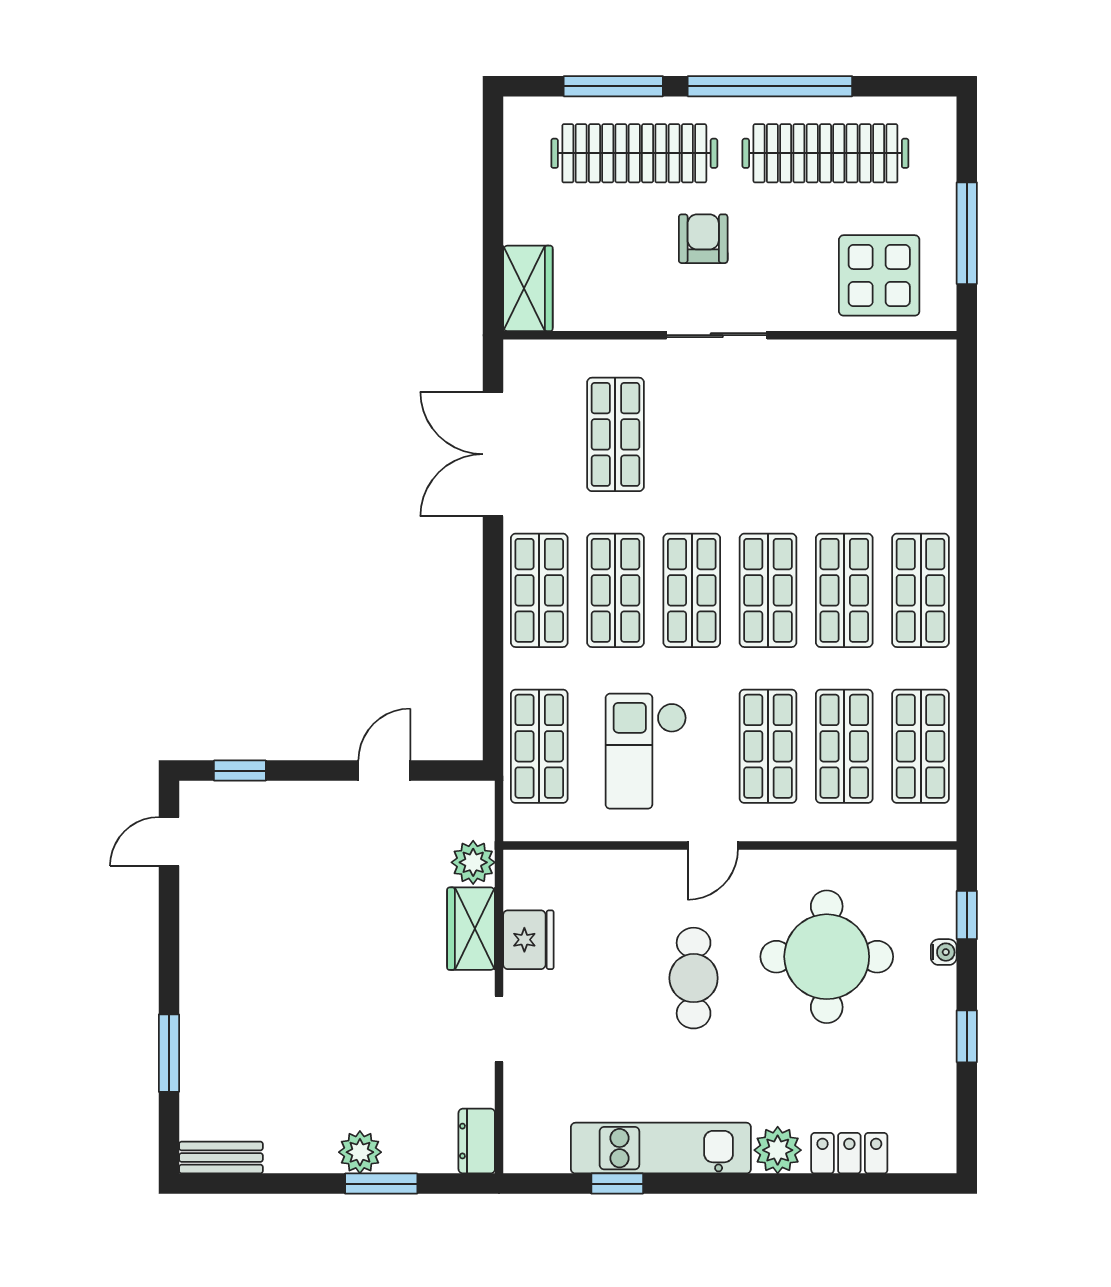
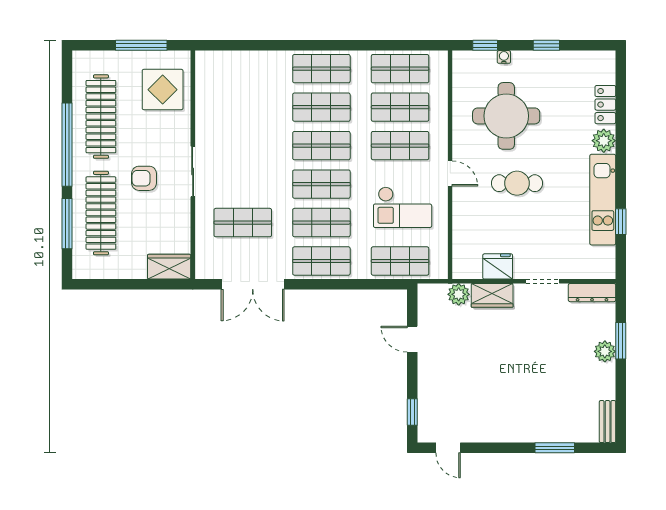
dresser: (477, 1141) -> (592, 293), width x1.44

